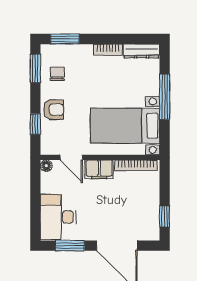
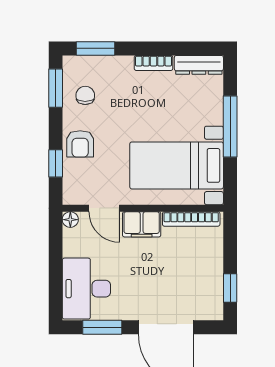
armchair: (54, 110) -> (80, 144), turned 90

